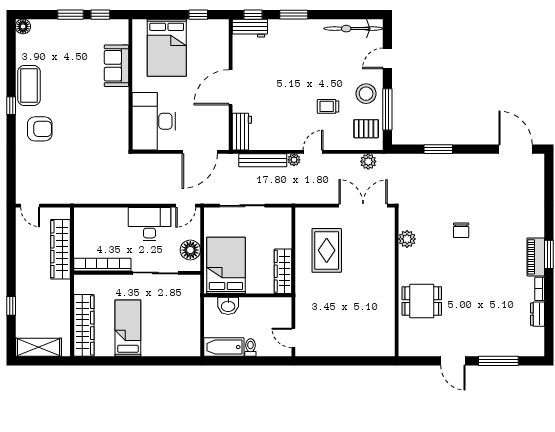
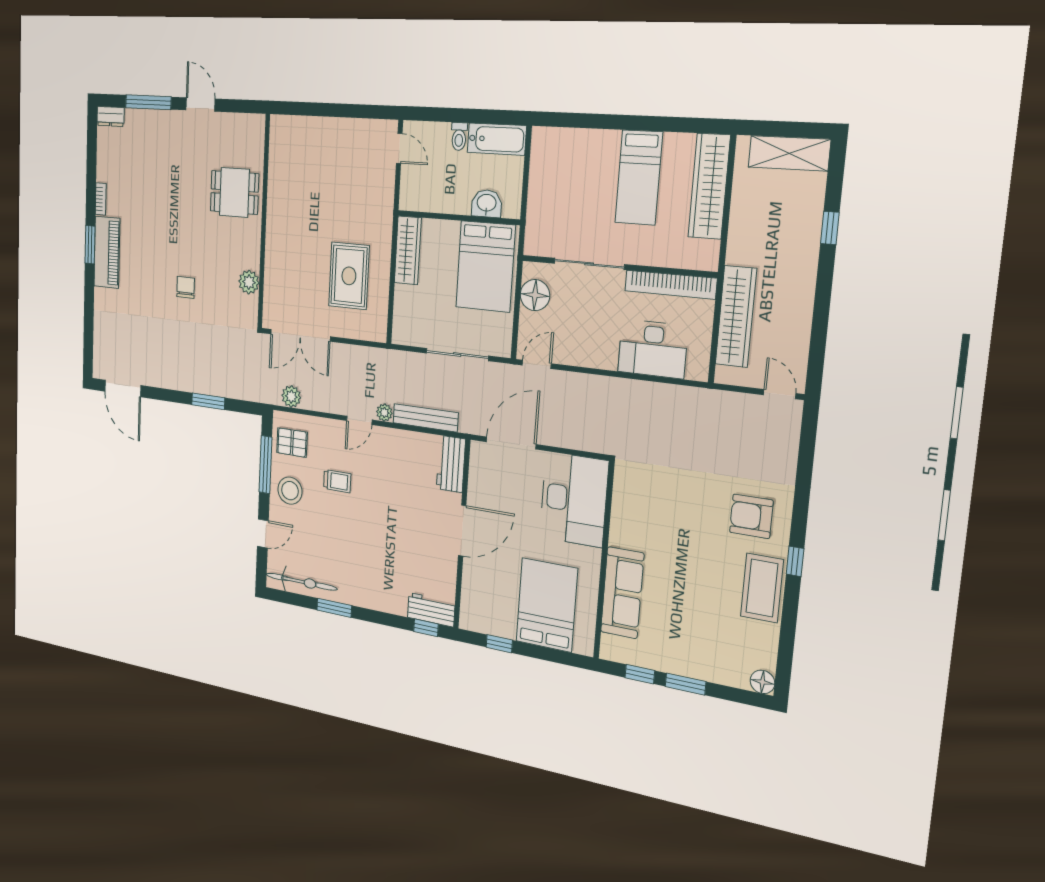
window: (294, 15) -> (334, 608), moved
sofa: (116, 66) -> (622, 593), width x1.36
desk: (149, 224) -> (653, 349), moved
piano: (536, 257) -> (107, 252), width x1.37, depth x1.33
dresser: (537, 314) -> (111, 116), moved, turned 90

